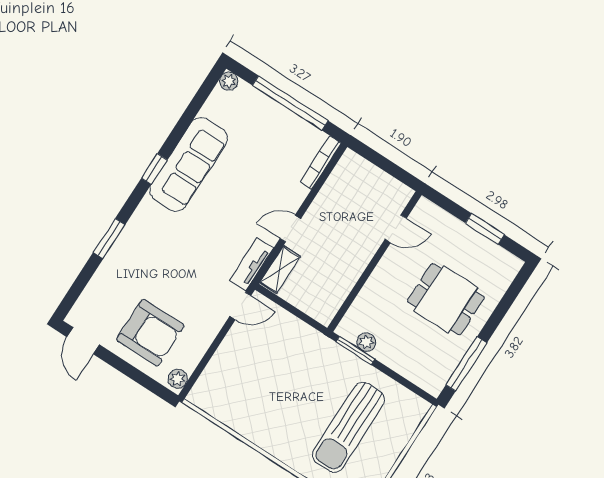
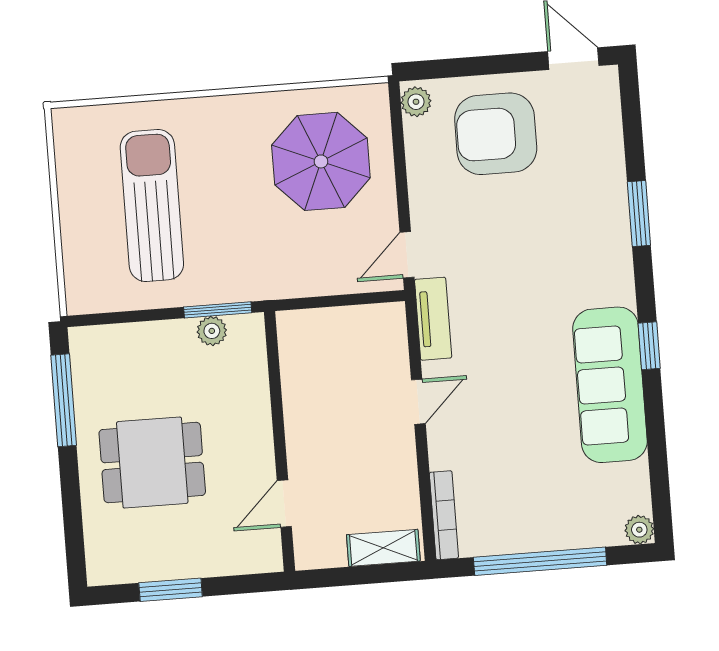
shelving: (280, 270) -> (383, 548), moved, turned 90
parasol: (248, 385) -> (321, 161), added

